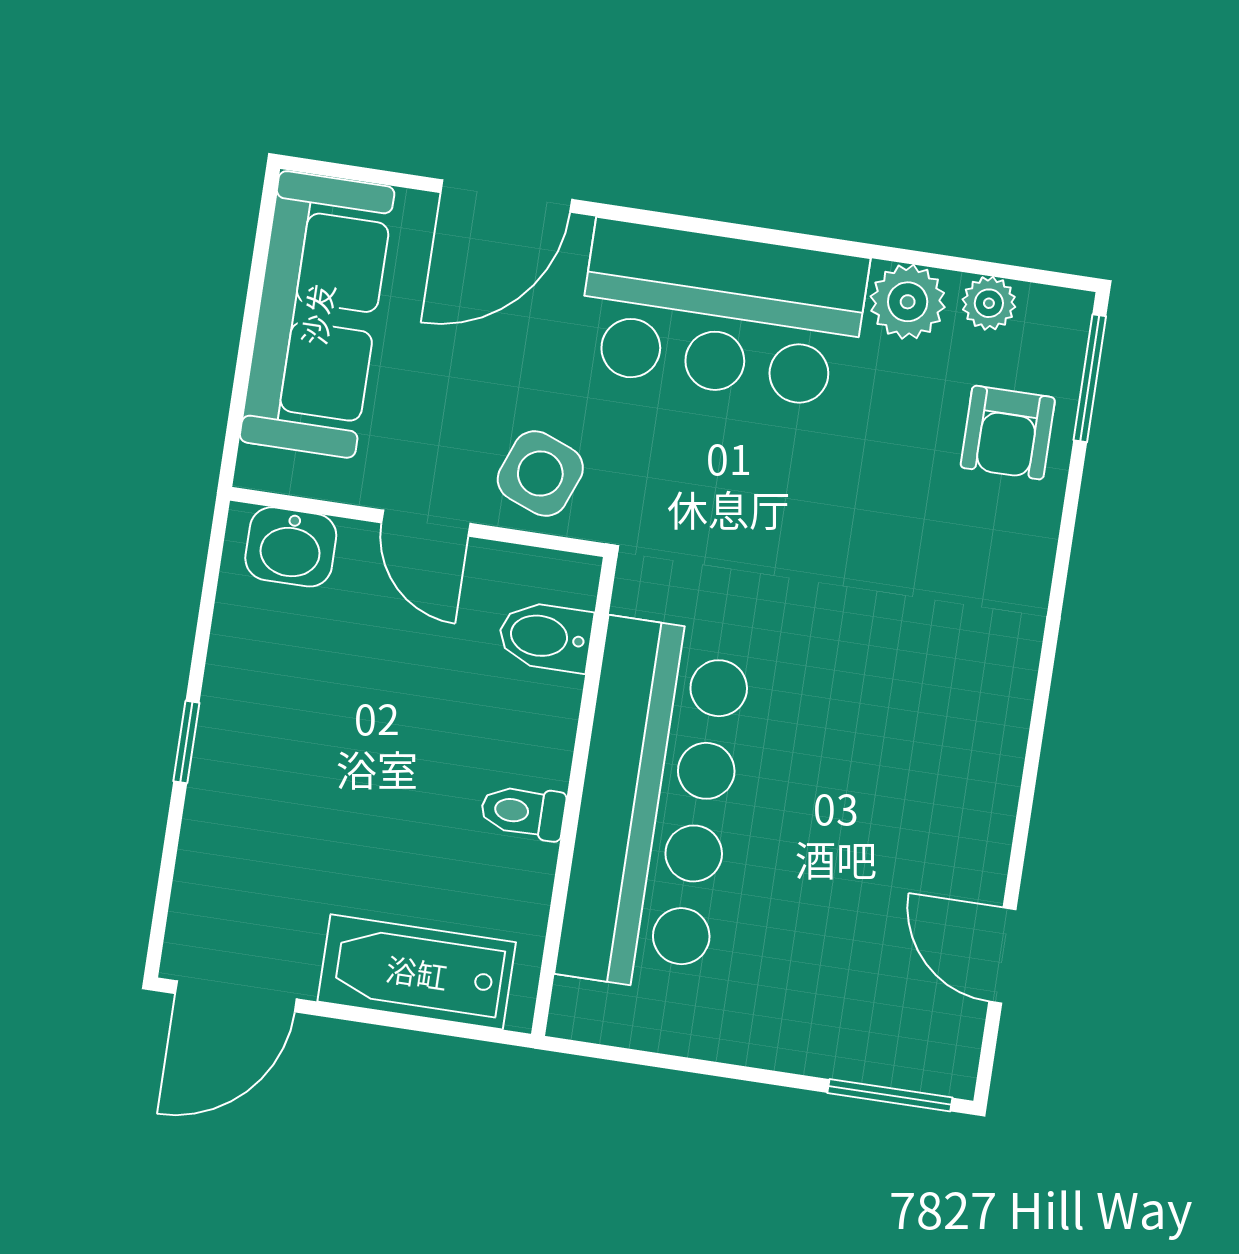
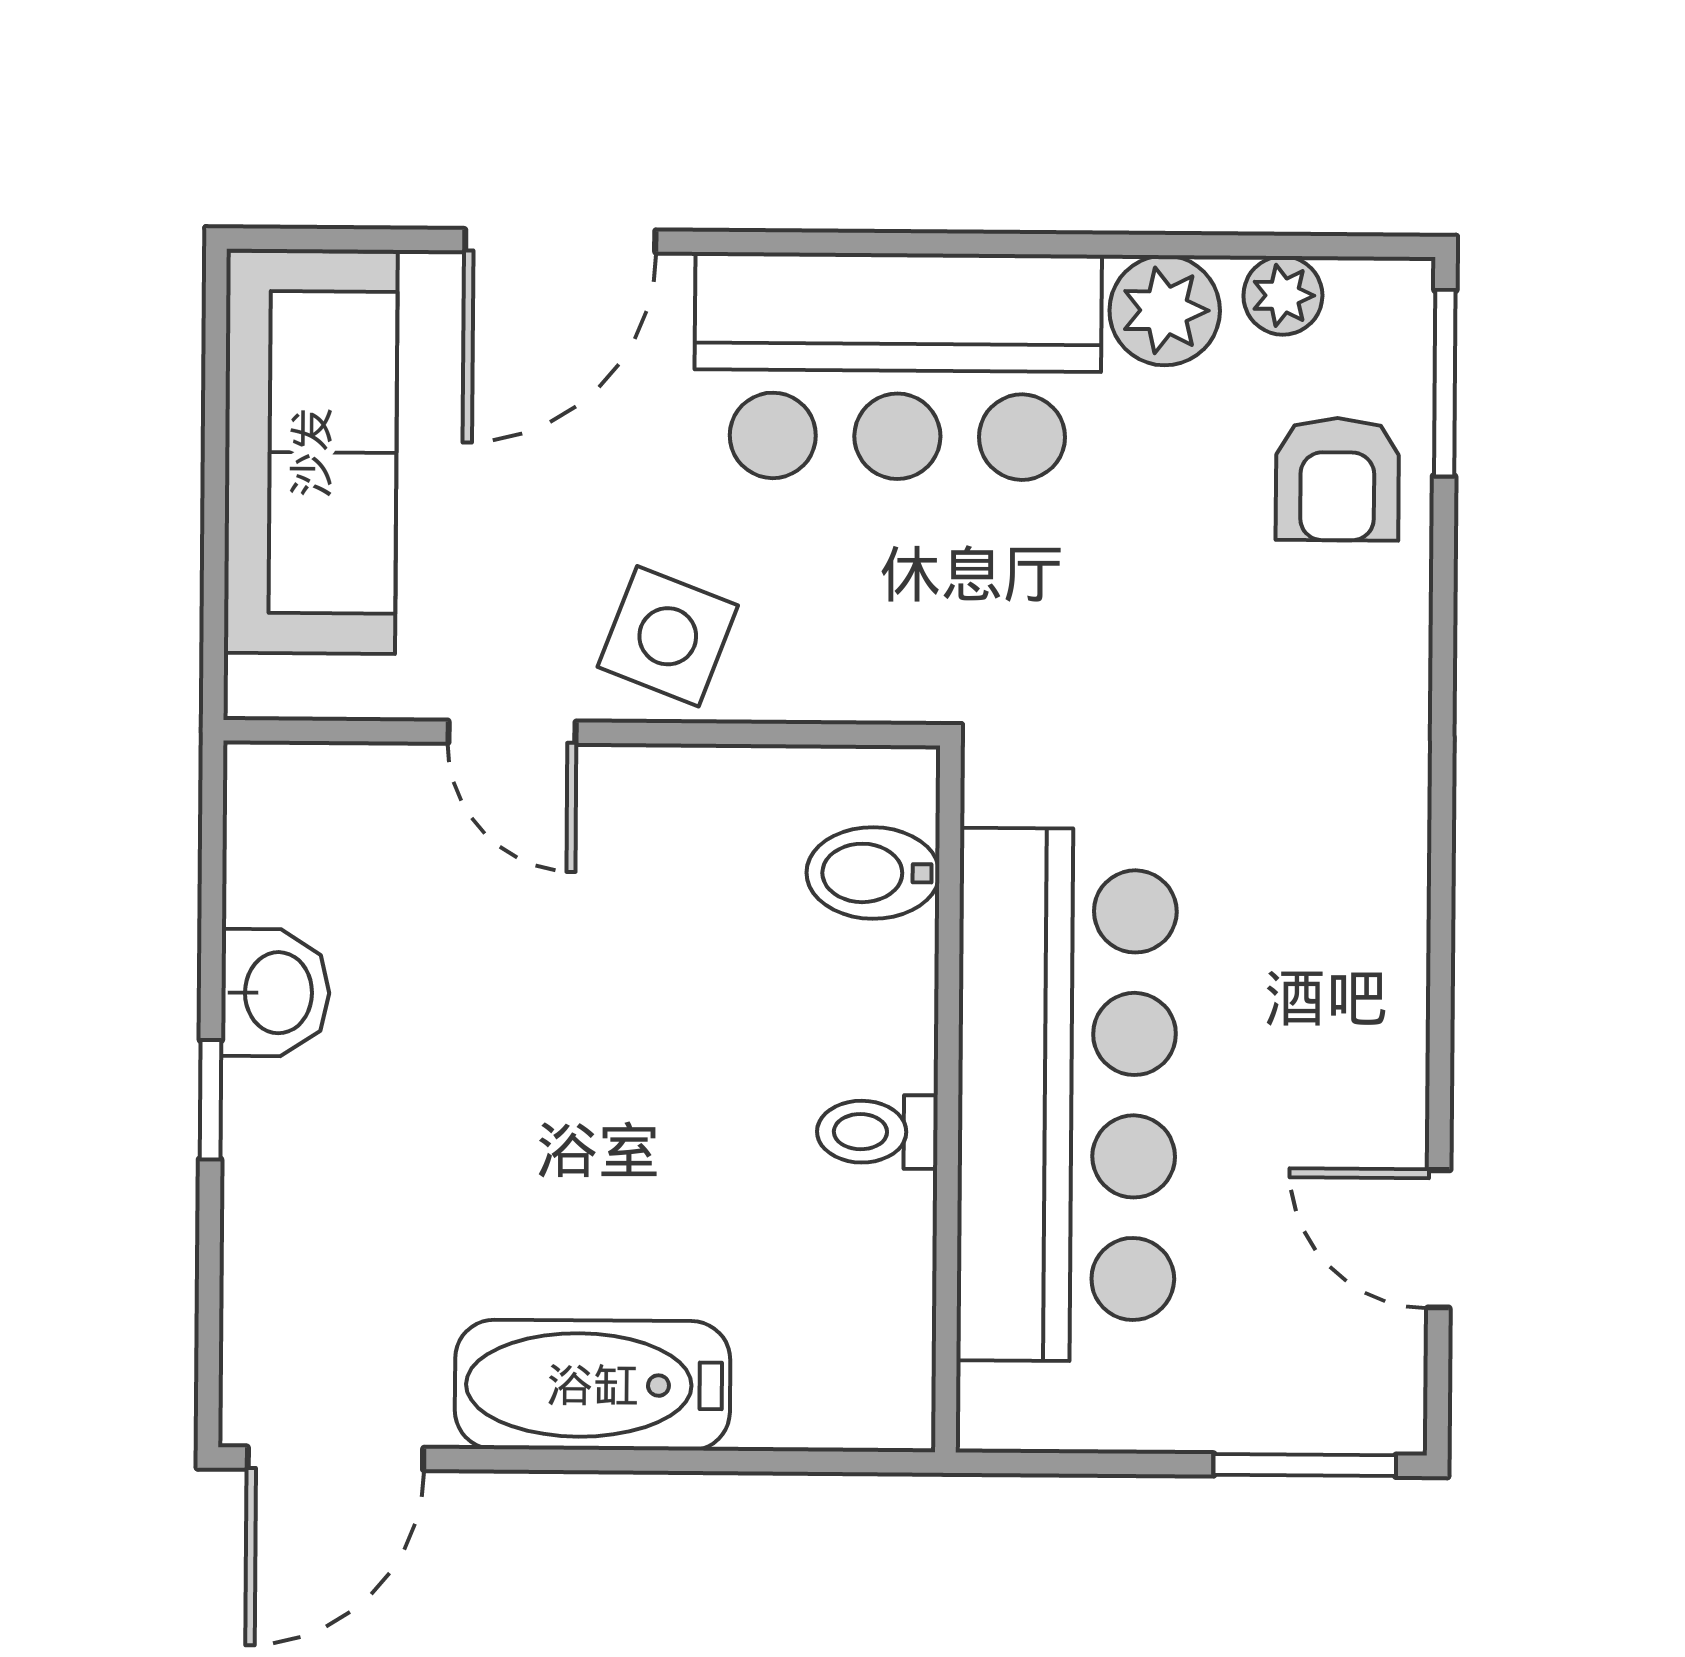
washbasin: (291, 547) -> (275, 993), moved, turned -90
bidet: (545, 637) -> (873, 873), moved
wall: (574, 797) -> (948, 1099), moved
bar counter: (655, 805) -> (1067, 1095), moved
toilet: (523, 812) -> (877, 1132), moved

